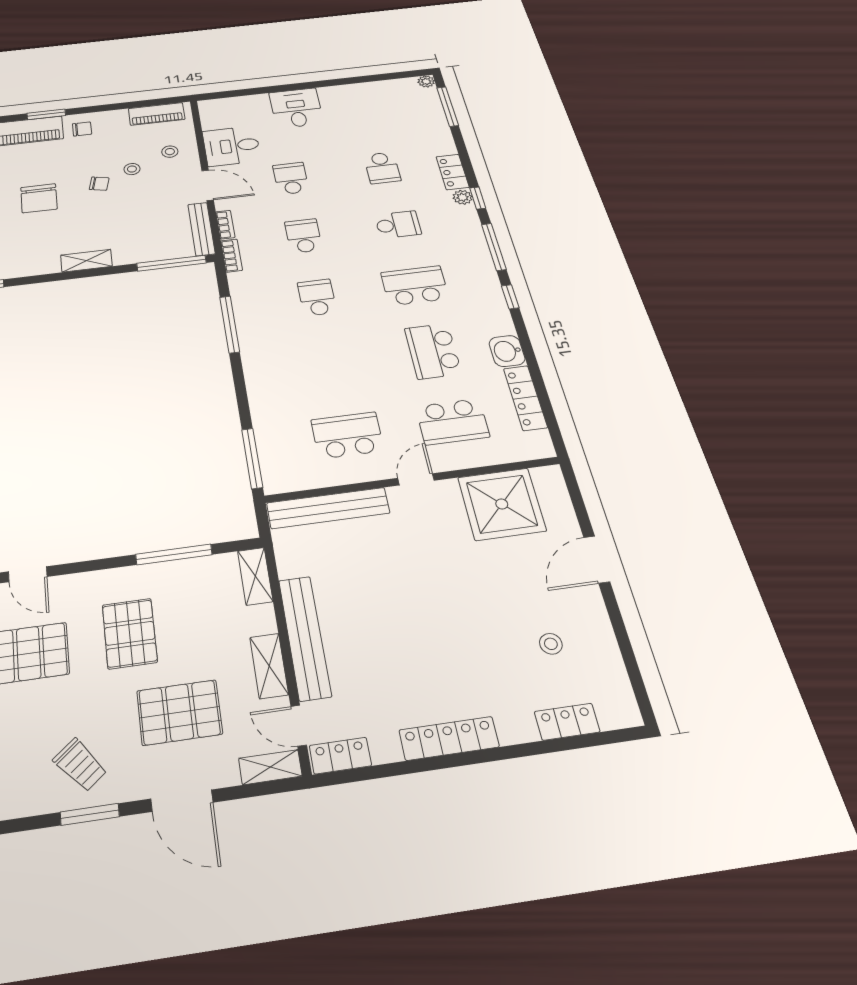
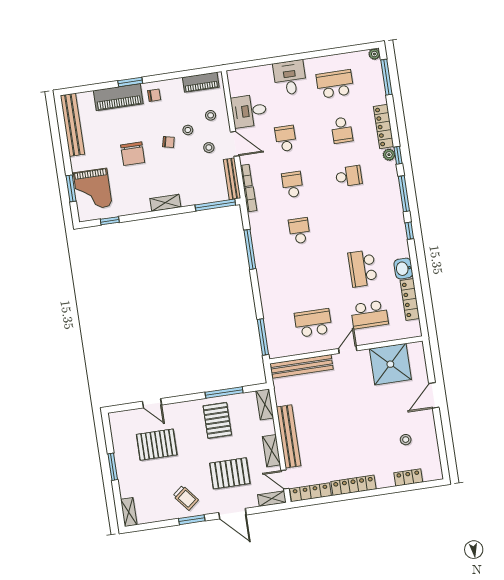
locker: (453, 172) -> (384, 127), width x1.53
stool: (165, 190) -> (209, 148), added
school desk: (415, 286) -> (335, 84), moved
pallet: (130, 633) -> (217, 420), moved
locker: (340, 756) -> (310, 492), width x1.53

